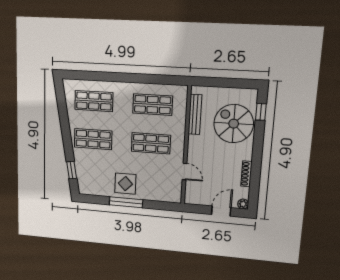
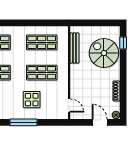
door: (184, 171) -> (69, 106), moved
display table: (125, 184) -> (32, 100), moved
door: (221, 211) -> (100, 122), hinge flipped

